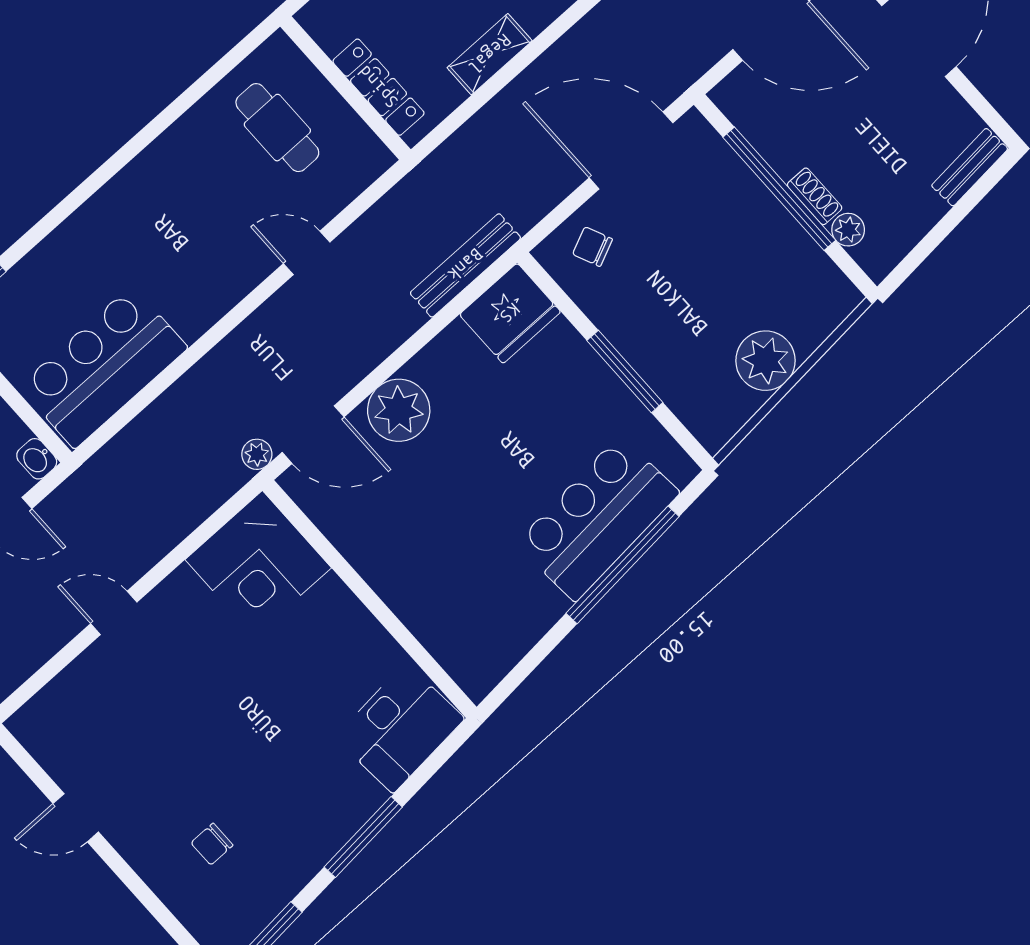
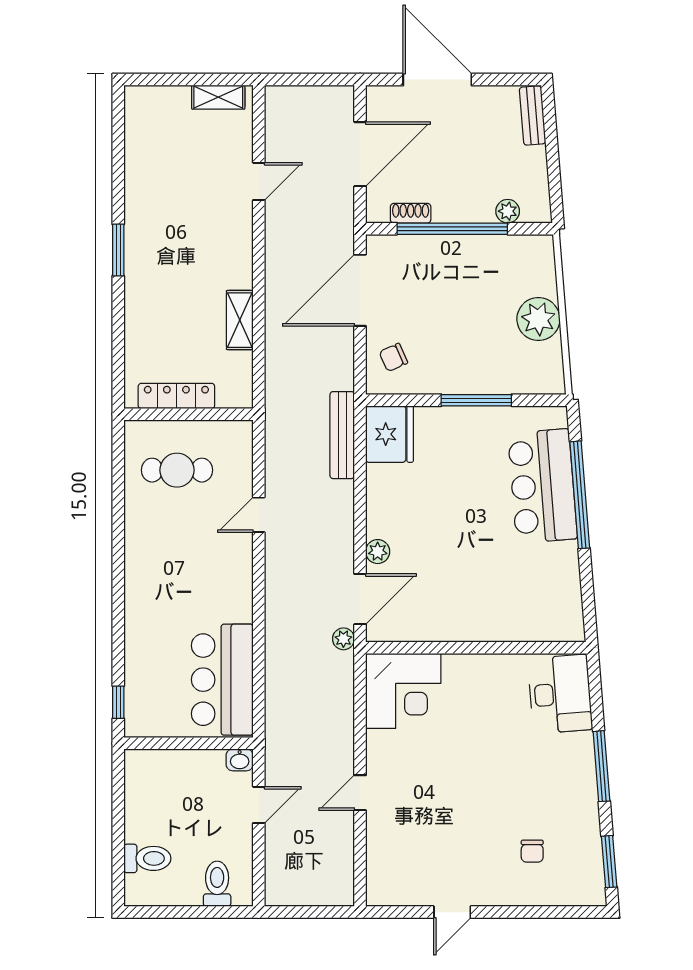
locker: (378, 87) -> (176, 396), moved
shoe rack: (815, 196) -> (411, 213), moved
plant: (399, 410) -> (378, 552), width x0.53, depth x0.53

